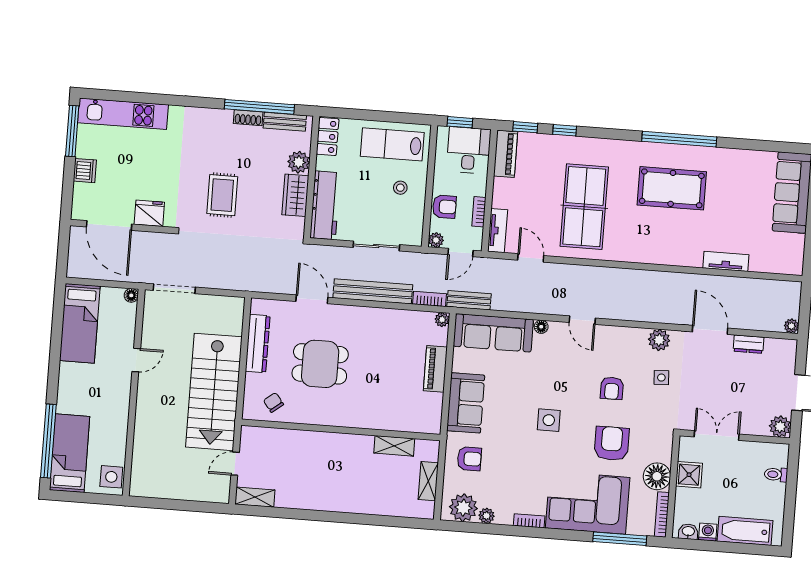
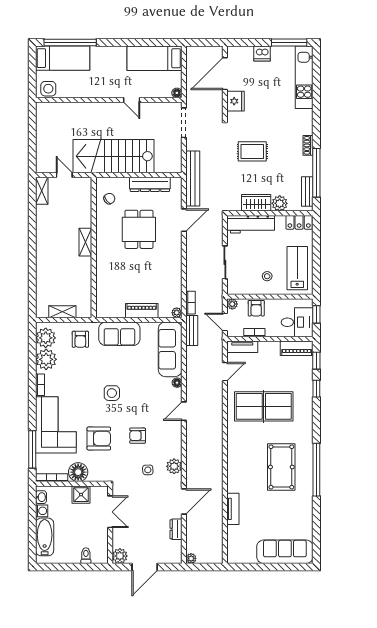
shoe rack: (248, 118) -> (308, 145), moved
bench: (373, 291) -> (193, 179), moved
shelving: (394, 446) -> (85, 242), moved
plant: (486, 516) -> (46, 359), width x1.88, depth x1.88

